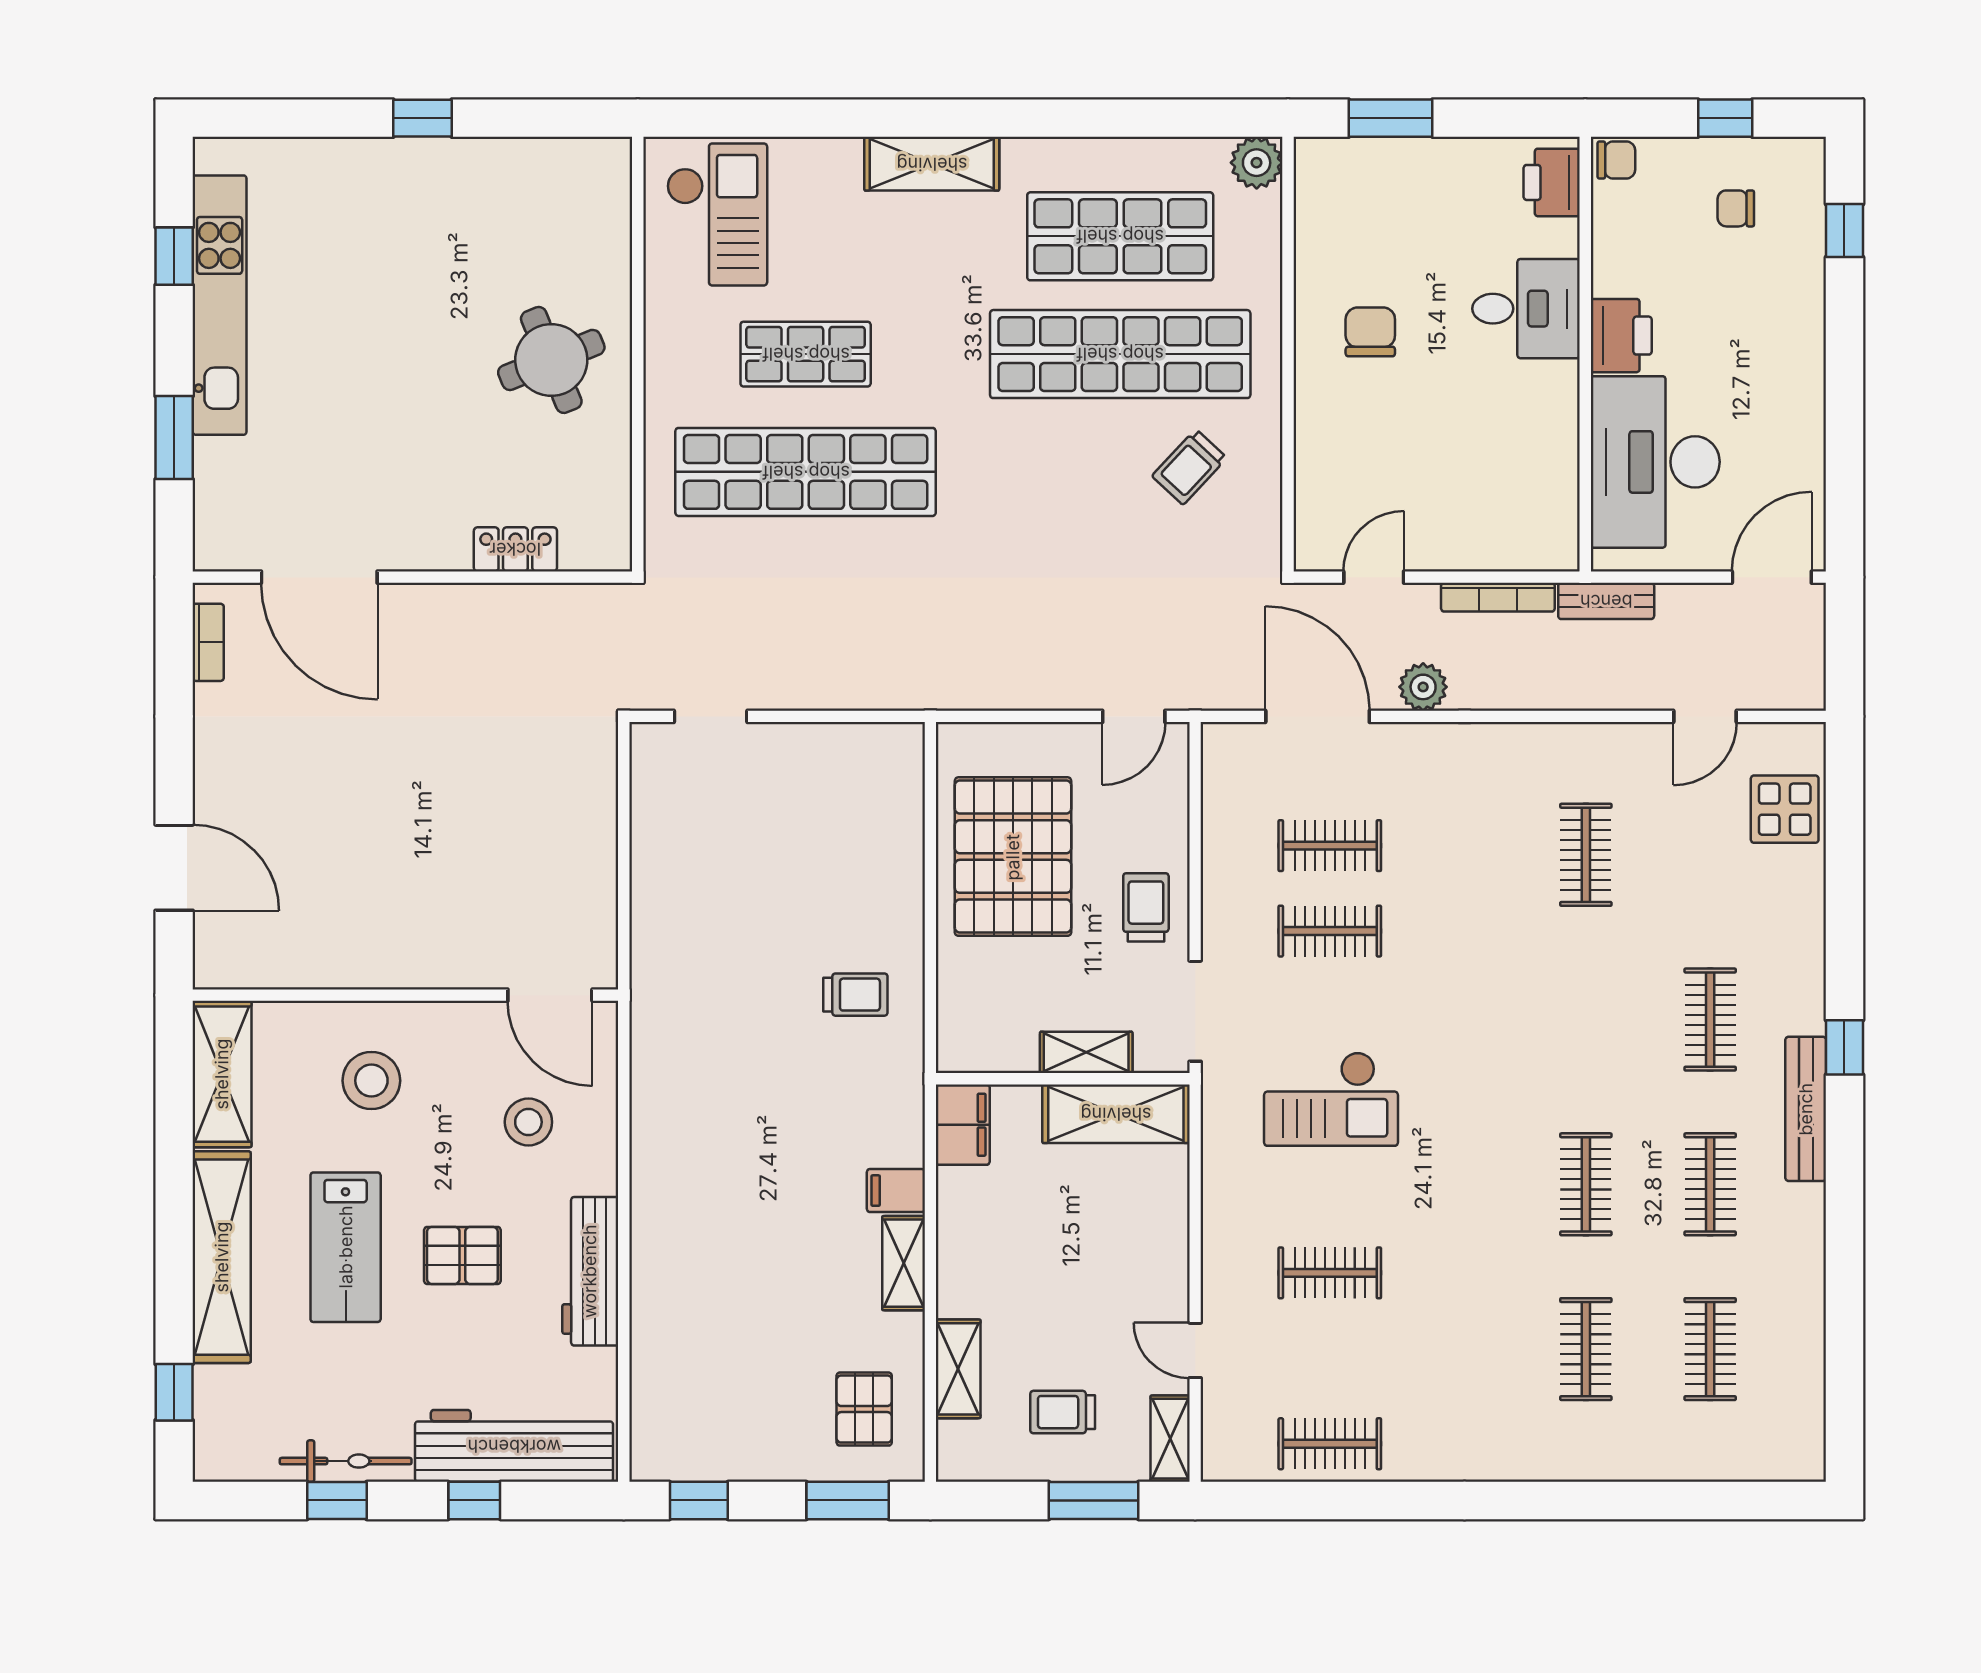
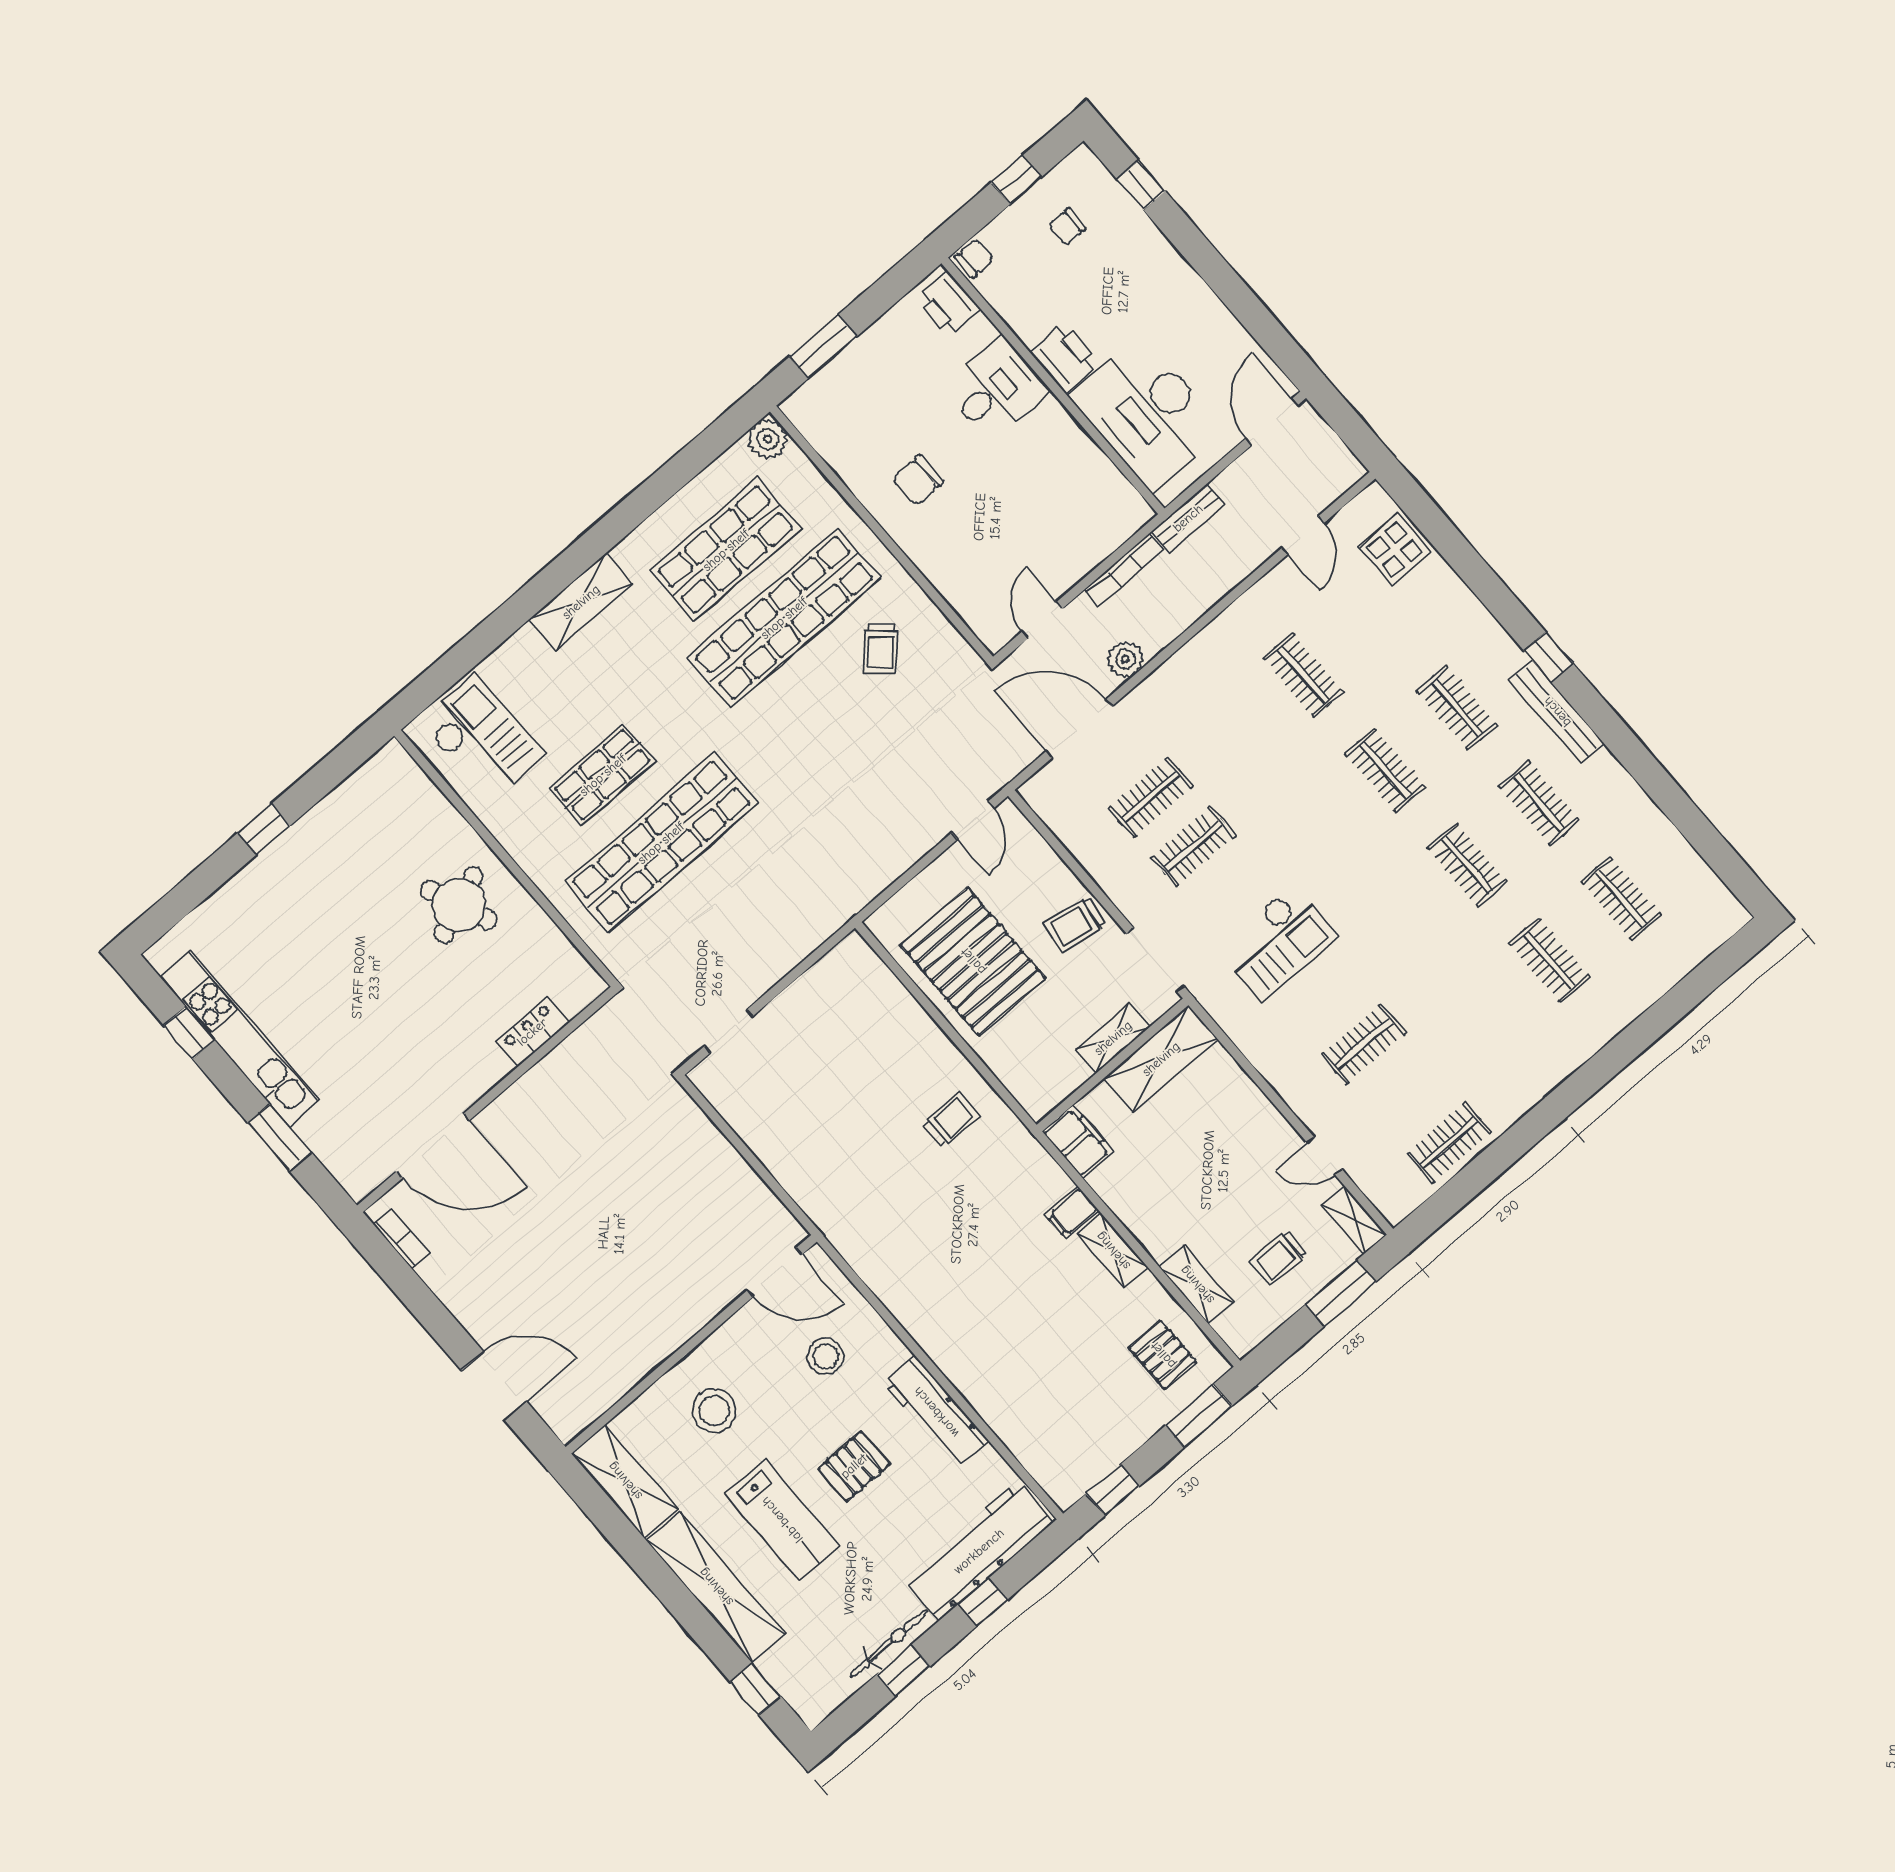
chair: (1370, 332) -> (918, 480), turned -90
trolley: (1146, 907) -> (1075, 924), turned -81
clothes rail: (1586, 1020) -> (1385, 770), added

